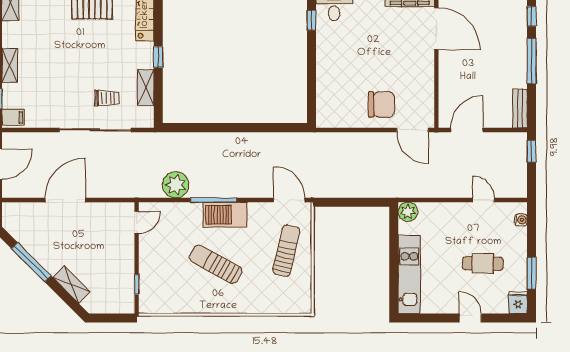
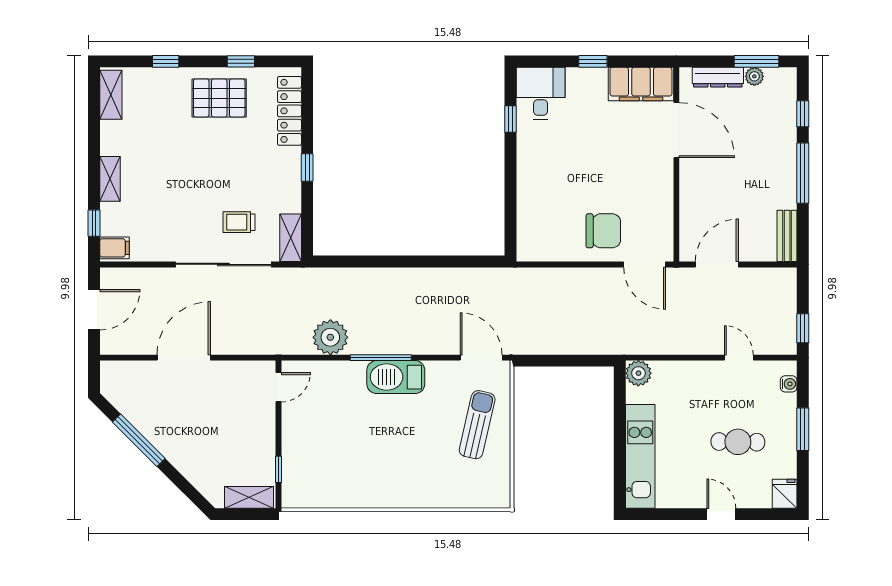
shelving: (146, 87) -> (291, 238), moved
trolley: (107, 98) -> (239, 222), turned 180
window: (532, 151) -> (803, 328), moved
sun lounger: (216, 264) -> (384, 443), removed
window: (532, 273) -> (803, 429), moved
shelving: (72, 285) -> (249, 497), moved, turned -45

